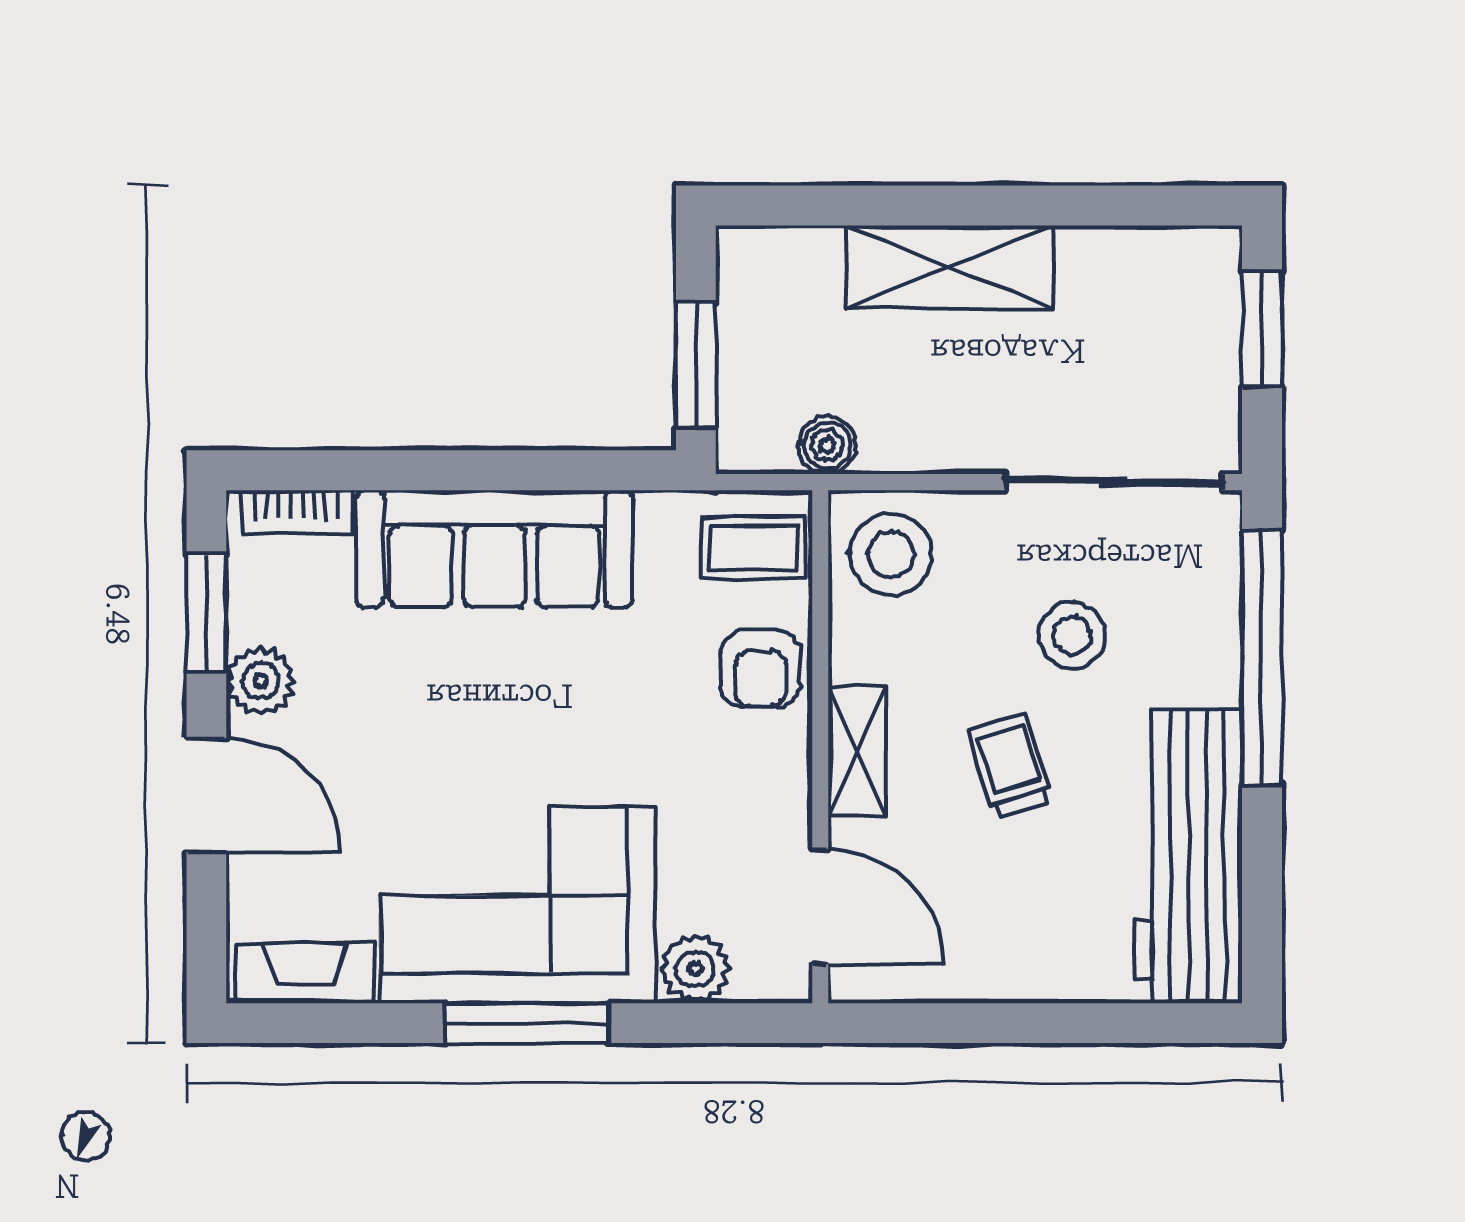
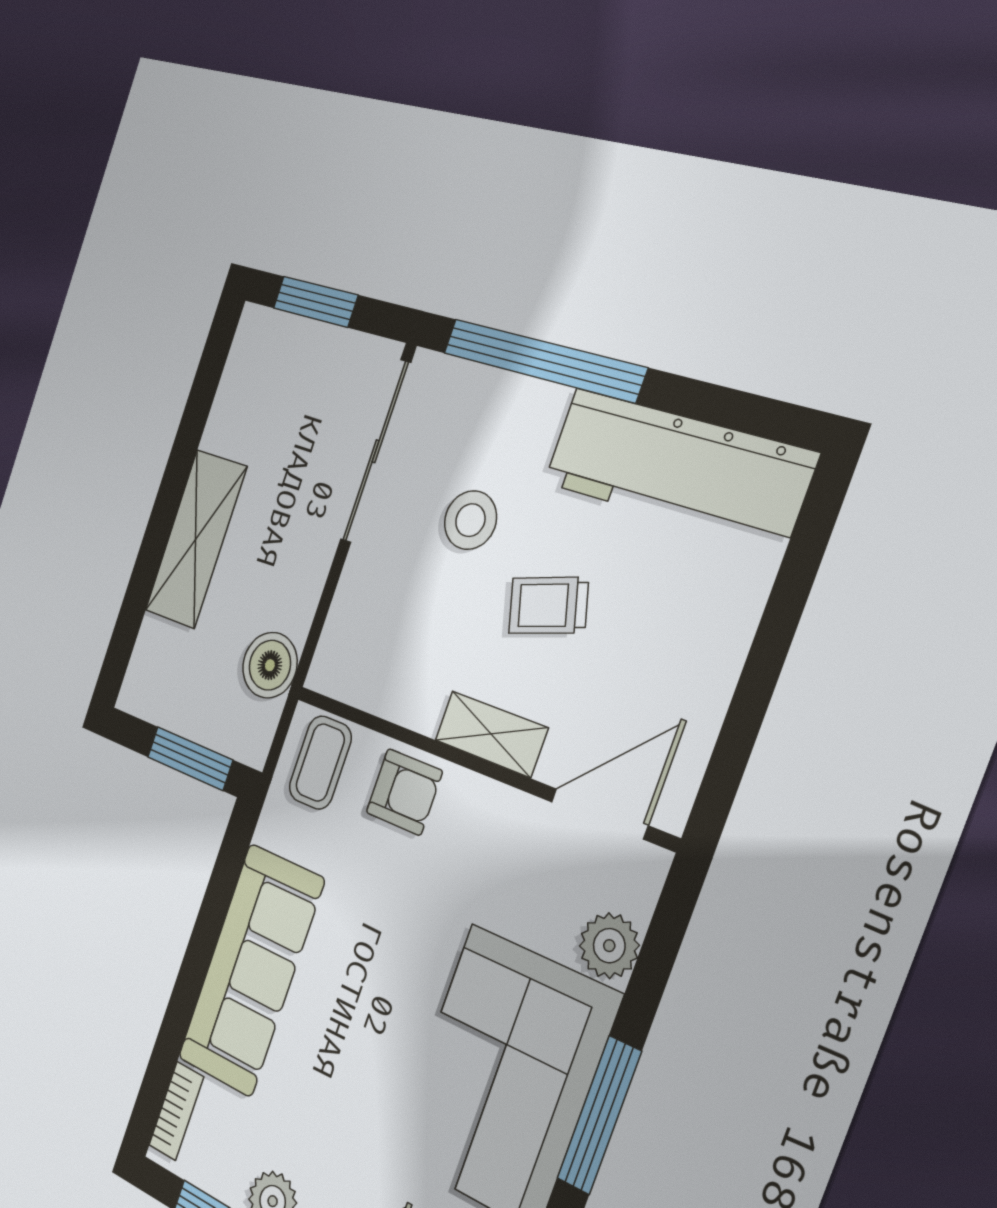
boiler: (827, 445) -> (270, 665), width x1.36, depth x1.36
stool: (891, 555) -> (362, 652), removed

